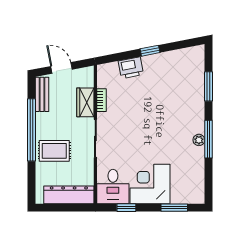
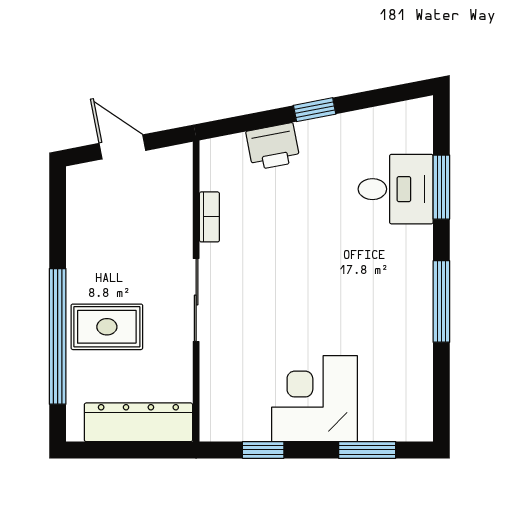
bench: (42, 94) -> (80, 204), removed
wardrobe: (85, 102) -> (174, 222), removed
window: (32, 130) -> (58, 336), moved
plant: (199, 140) -> (420, 303), removed
desk: (113, 187) -> (396, 189), moved, turned -90

